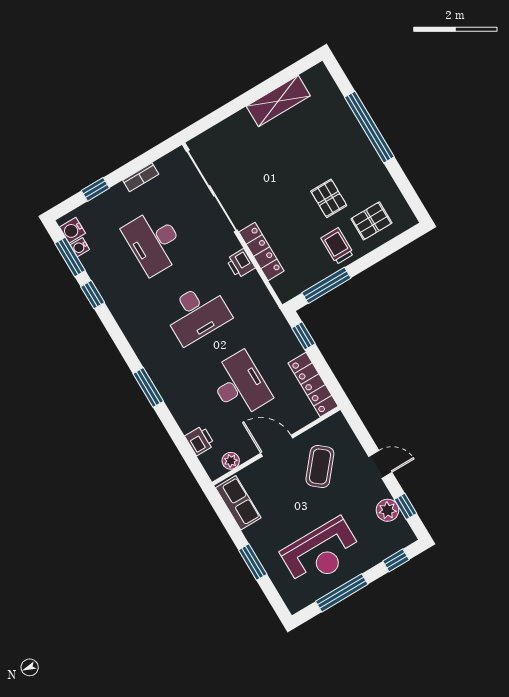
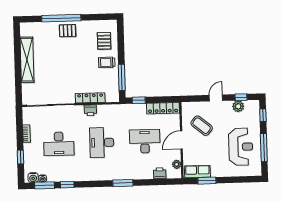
shelving: (278, 101) -> (27, 60), width x1.47
pallet: (329, 198) -> (68, 31), moved
desk: (197, 313) -> (102, 143), turned 180
window: (253, 562) -> (207, 181), moved

